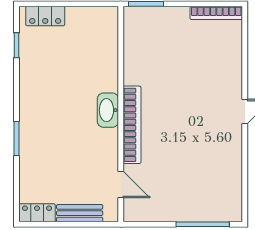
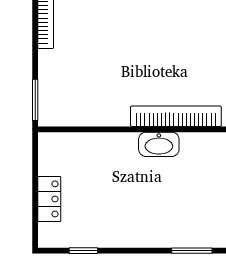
locker: (45, 16) -> (49, 199), moved

